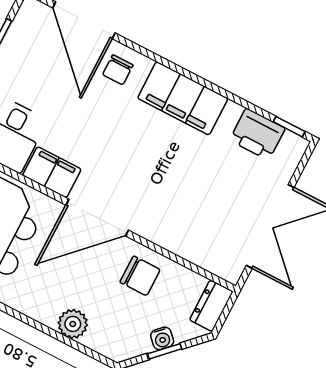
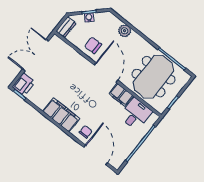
printer: (257, 134) -> (24, 84), moved, turned 90
door: (97, 218) -> (106, 73), hinge flipped

